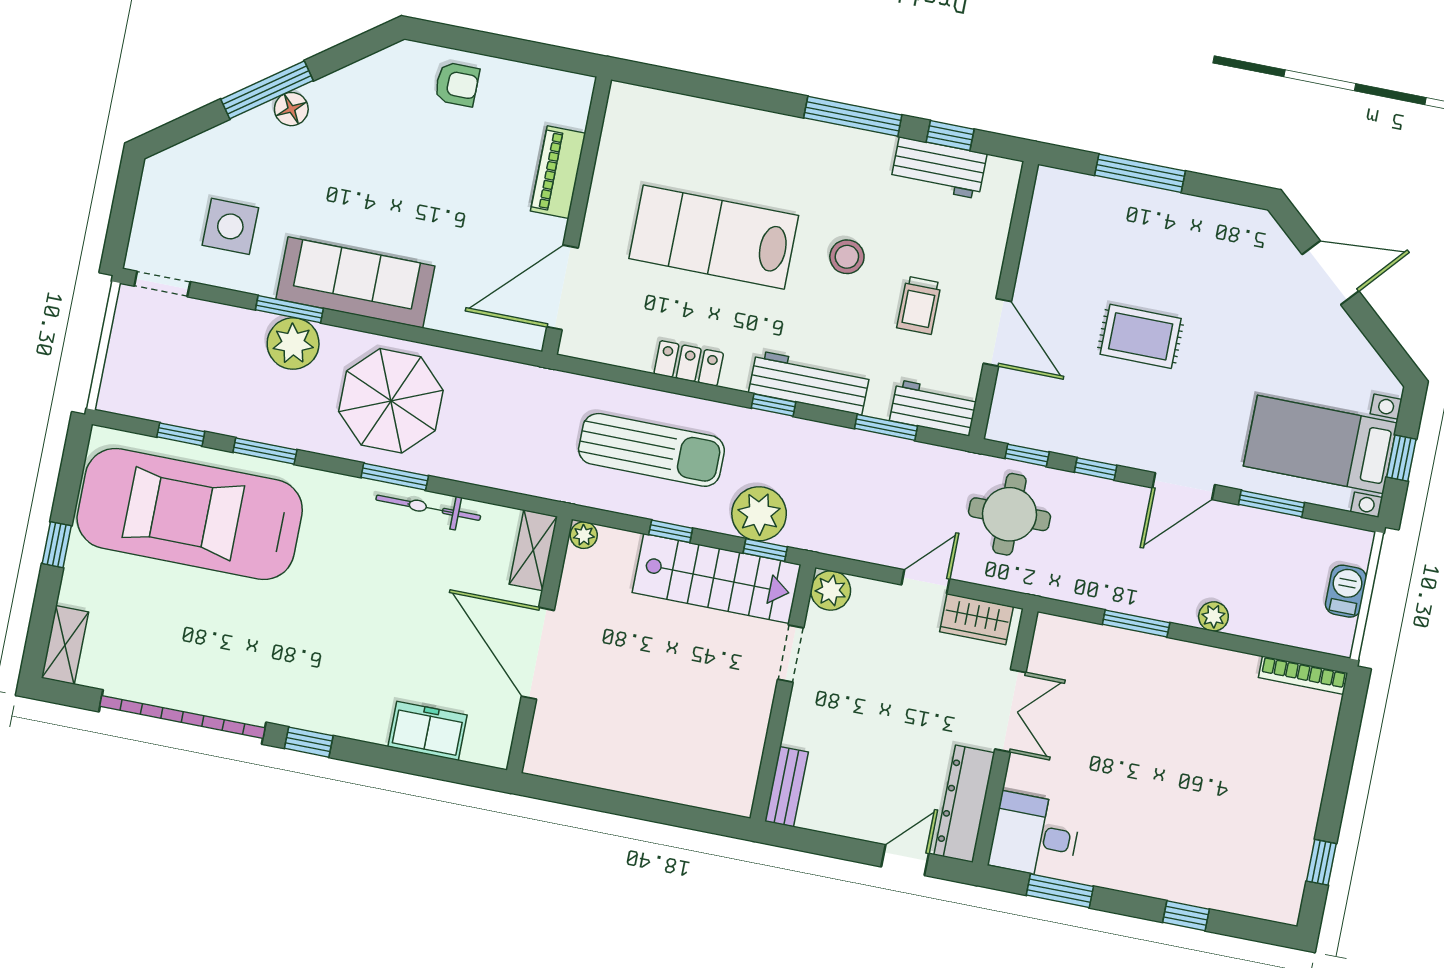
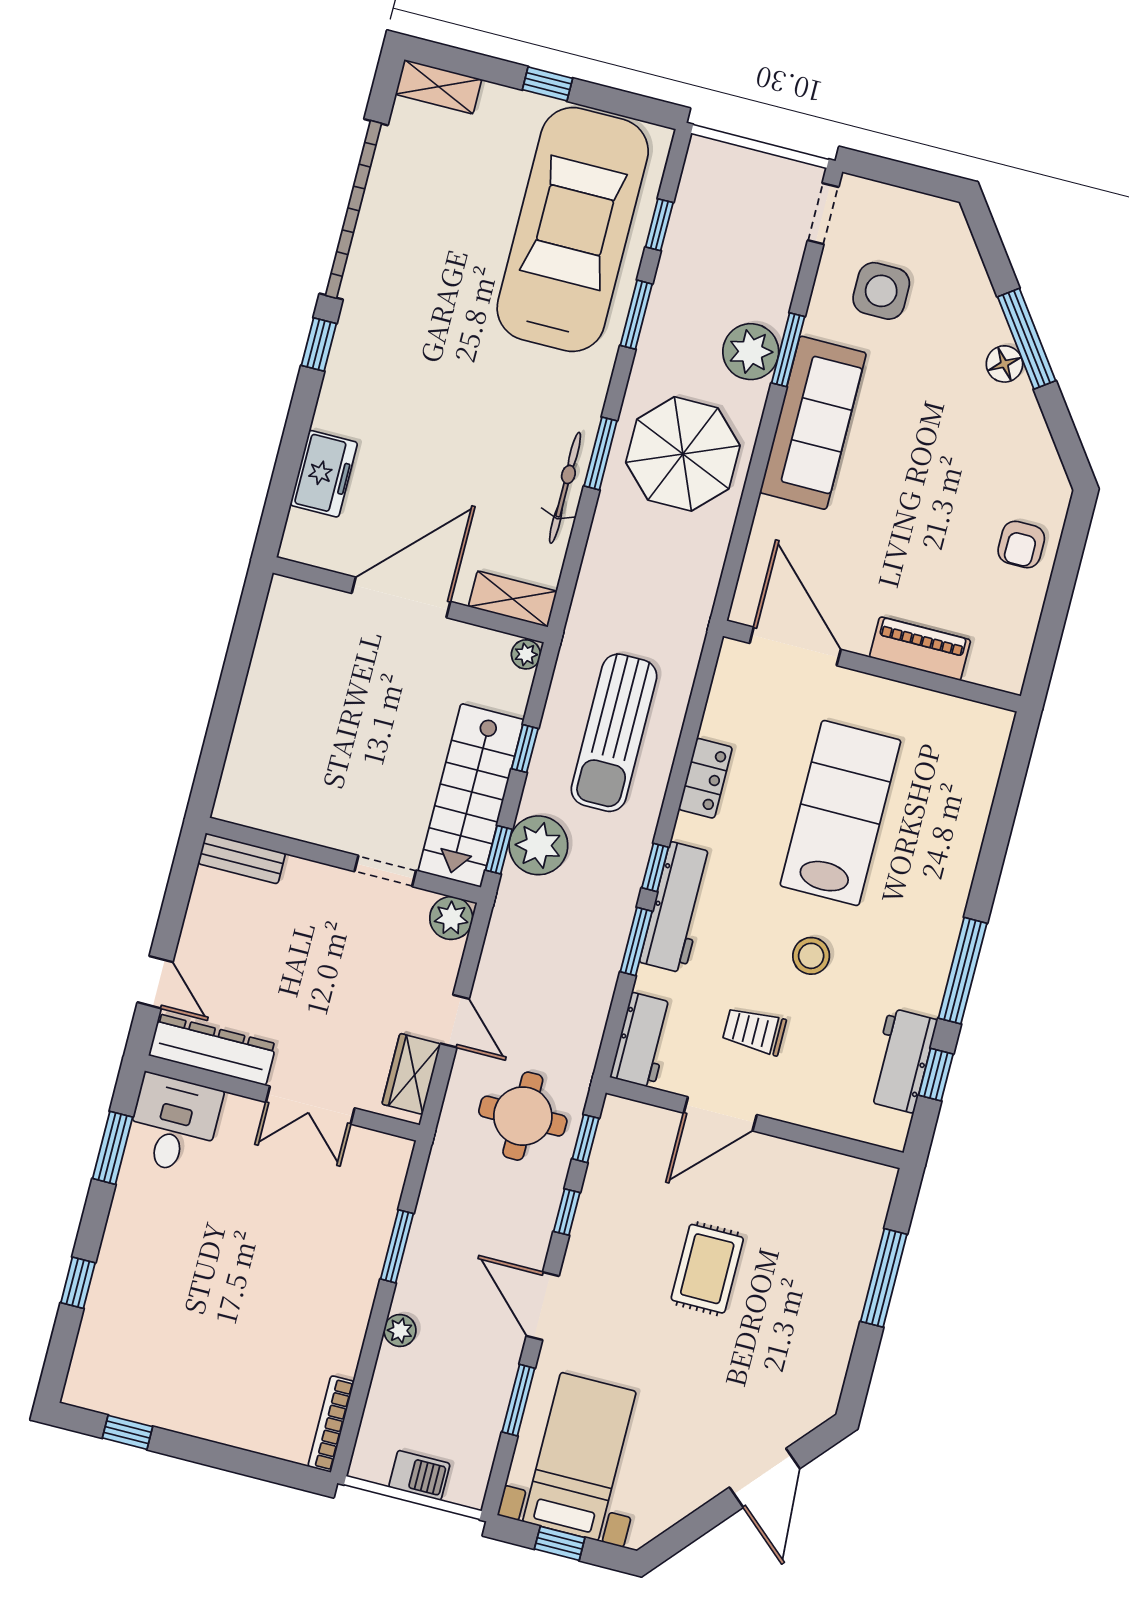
window: (886, 427) -> (636, 941), moved

